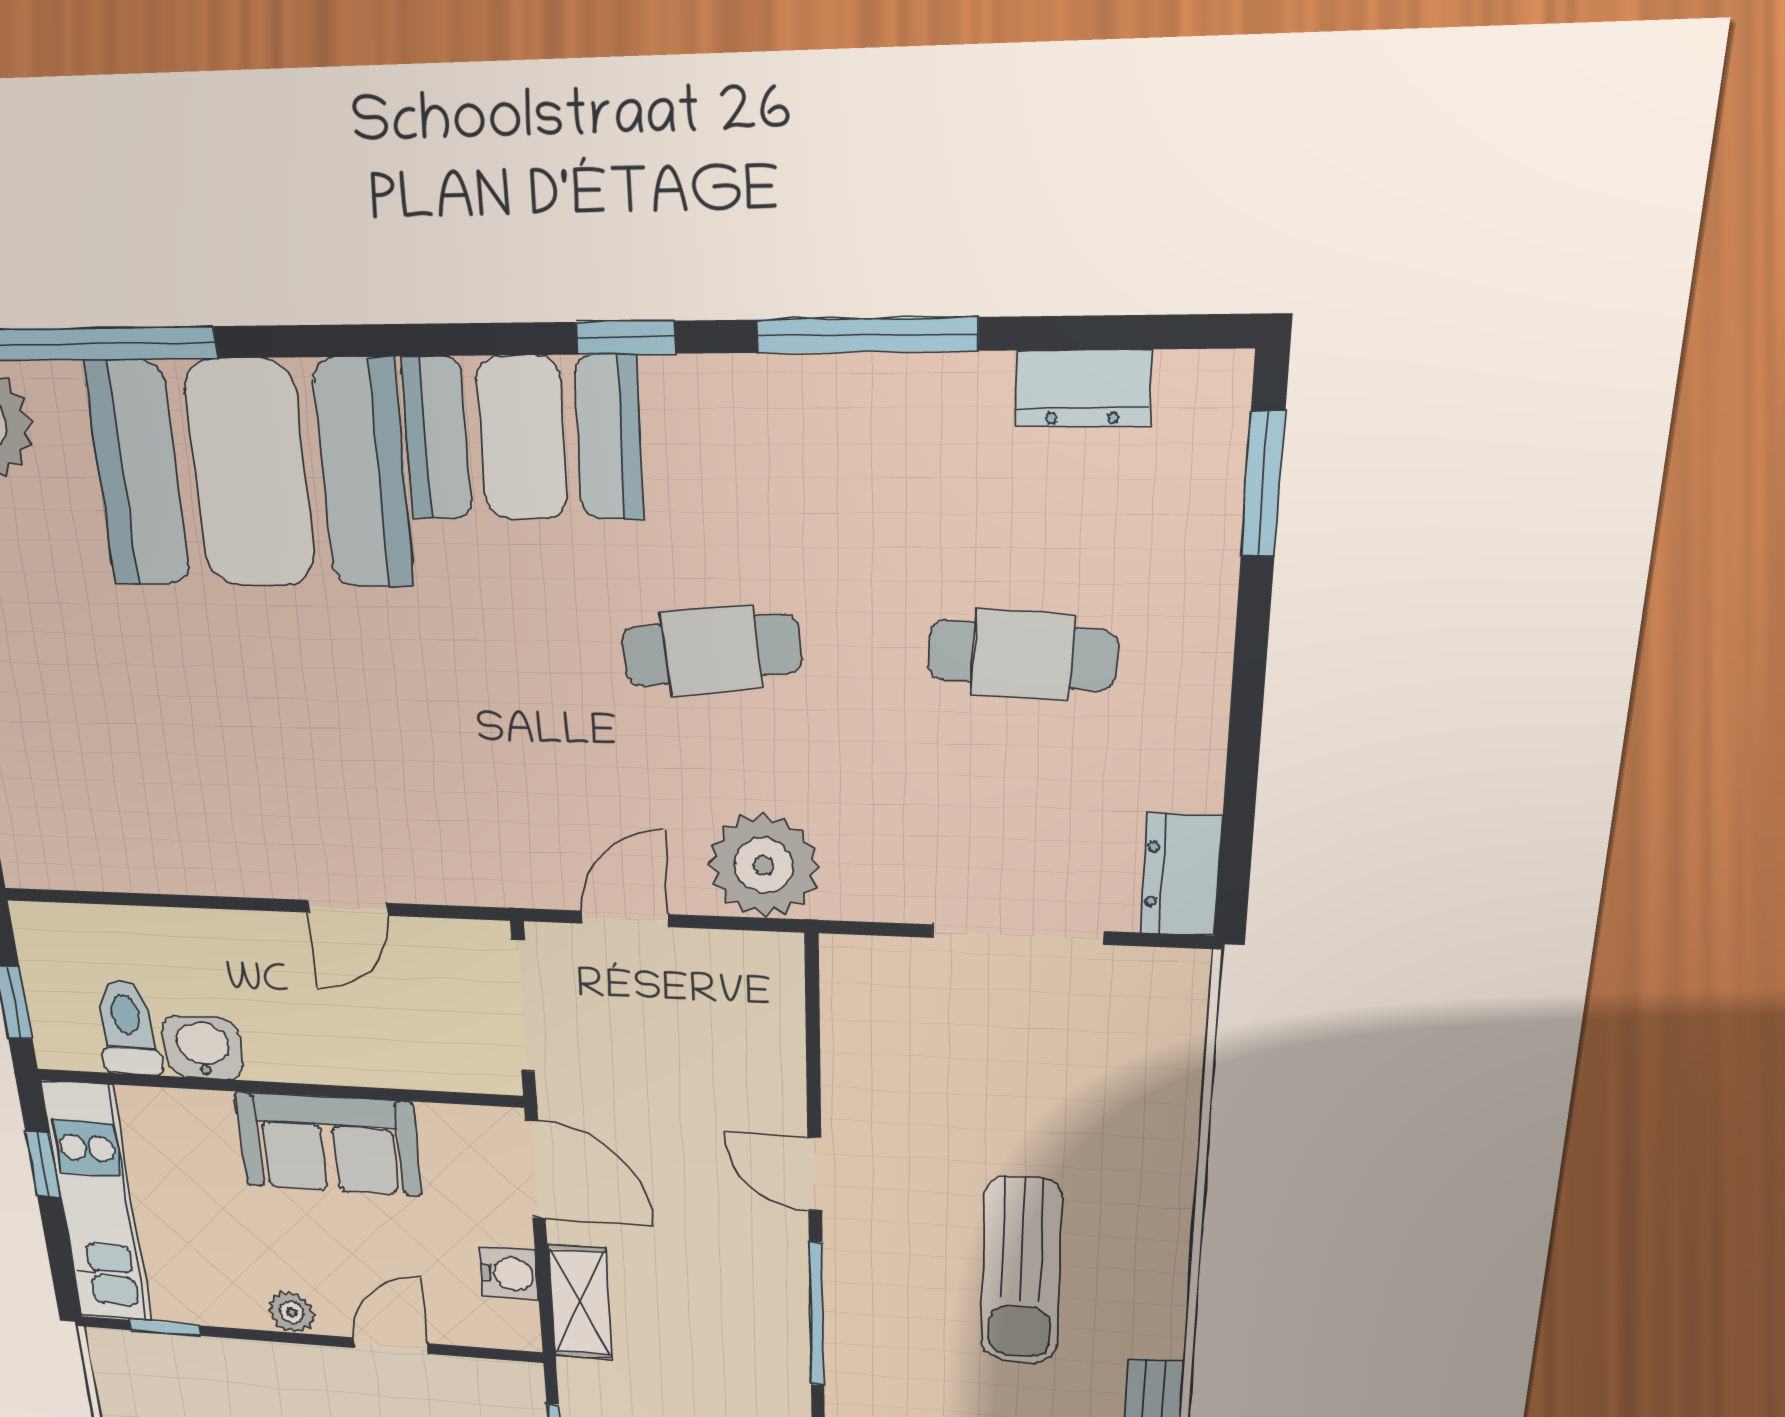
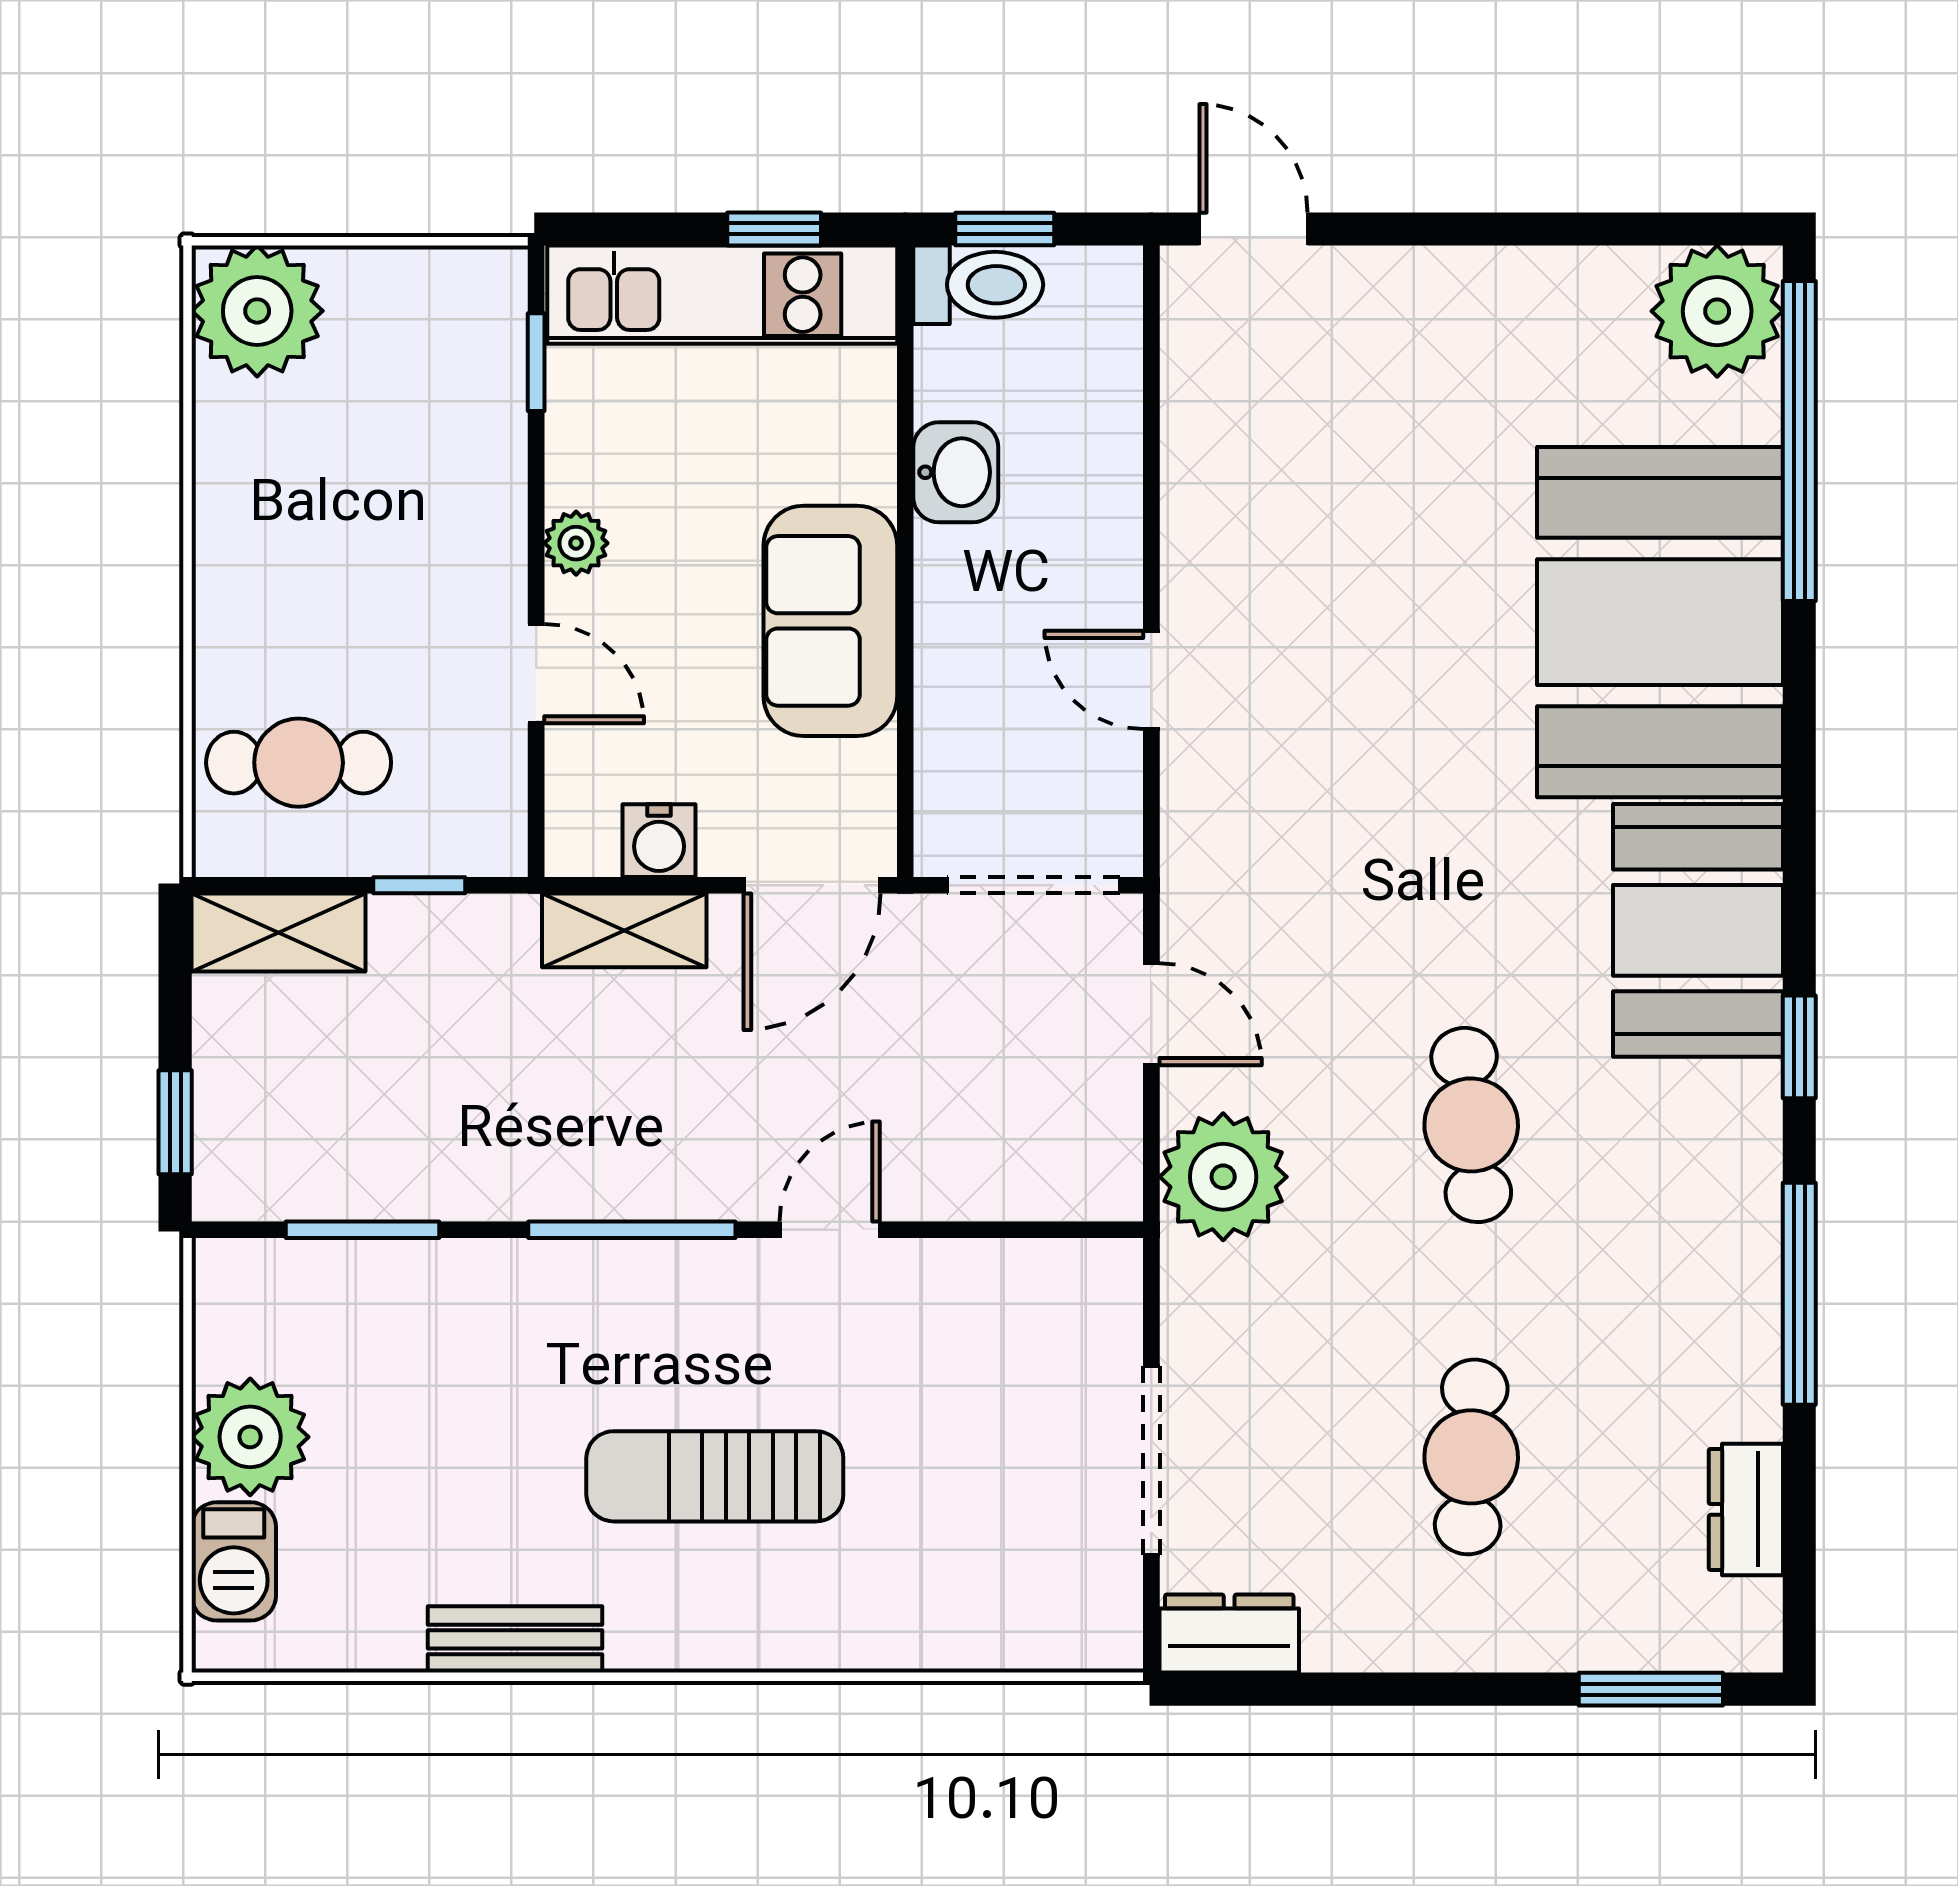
toilet: (127, 1027) -> (978, 285), moved

